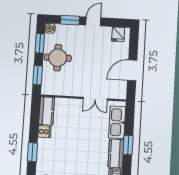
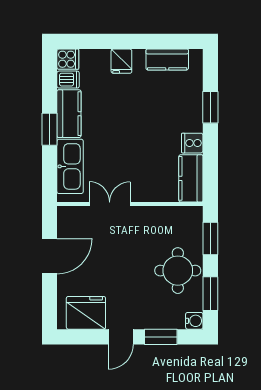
fridge: (118, 34) -> (86, 313), width x1.88, depth x1.34

